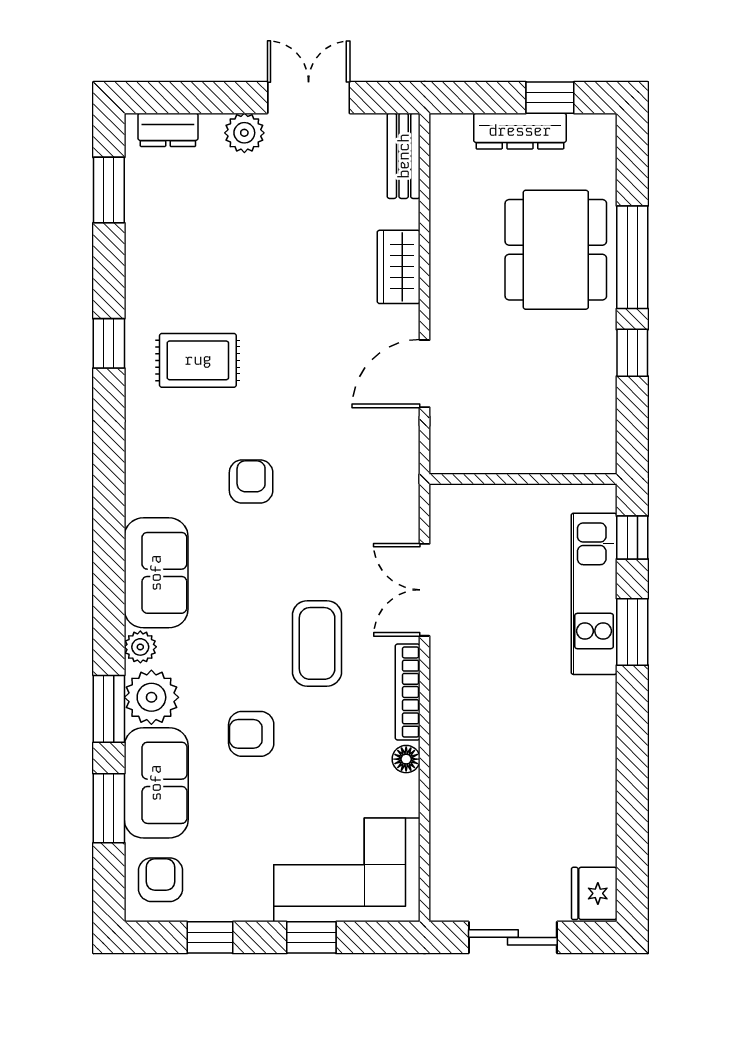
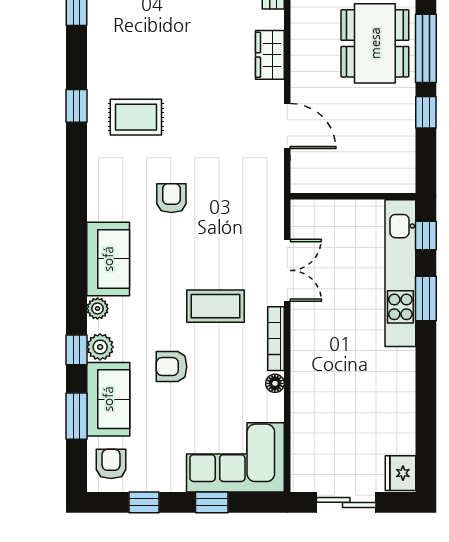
door: (425, 374) -> (287, 126), swing flipped
double door: (425, 590) -> (287, 270), swing flipped
kitchen unit: (594, 594) -> (400, 273), width x1.36
coffee table: (317, 643) -> (215, 306), turned 90
plant: (151, 697) -> (100, 347), width x0.73, depth x0.73
window: (109, 709) -> (77, 350), width x0.67

